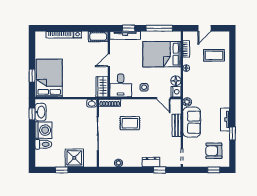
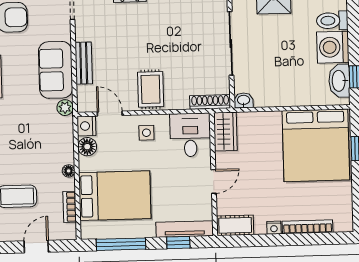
bed: (49, 78) -> (316, 145), width x1.36
rug: (130, 123) -> (151, 89), moved, turned 90

